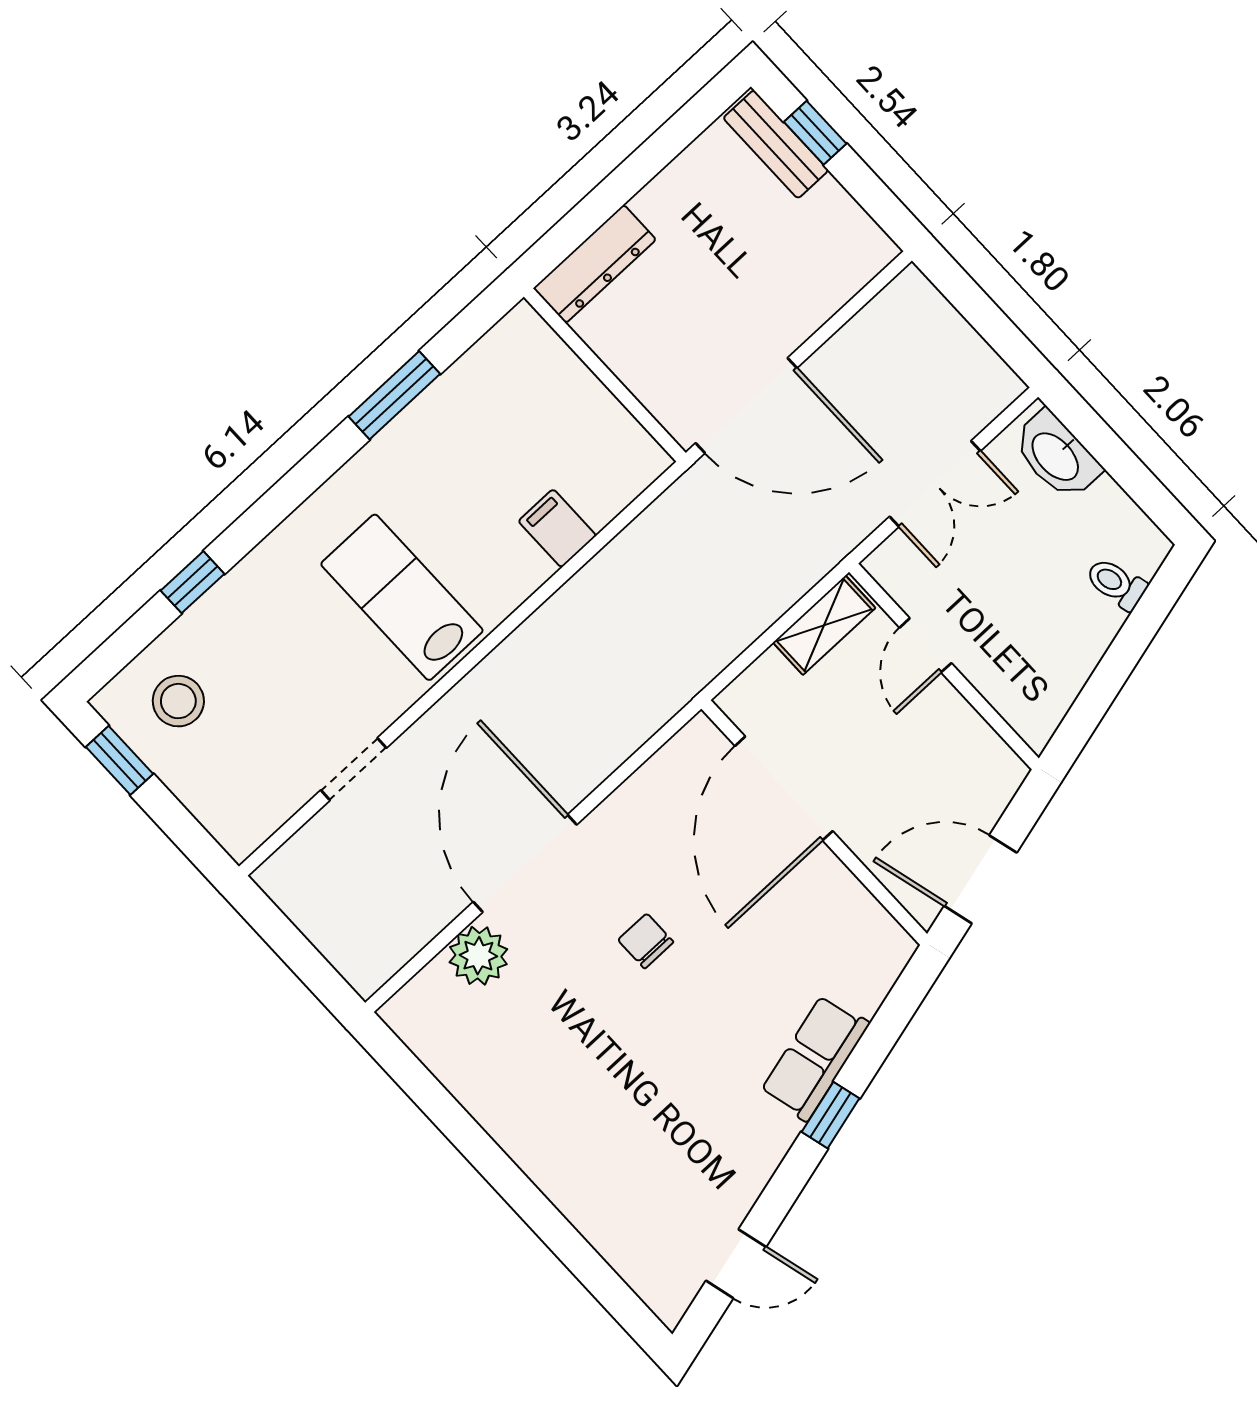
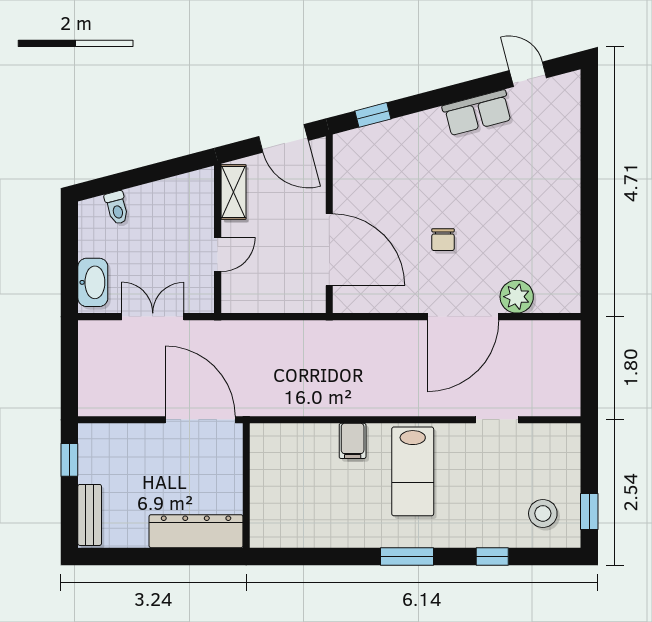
window: (815, 133) -> (69, 460), moved
dresser: (595, 264) -> (196, 531), width x1.37, depth x1.24
window: (394, 395) -> (407, 557), moved
filing cabinet: (557, 528) -> (353, 441), moved
shelving: (824, 625) -> (233, 192), moved, turned 90
door: (784, 788) -> (329, 250), hinge flipped
row of seats: (815, 1058) -> (477, 113), moved
window: (830, 1115) -> (373, 115), moved

